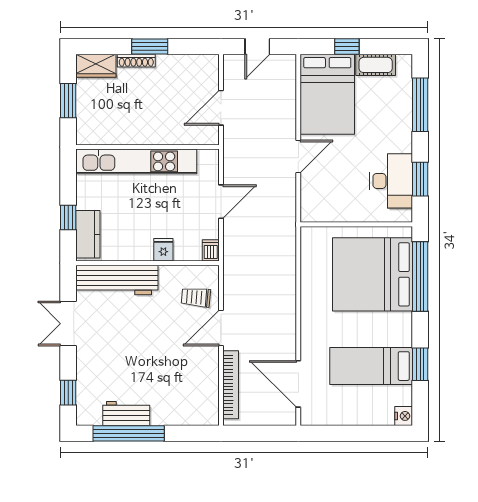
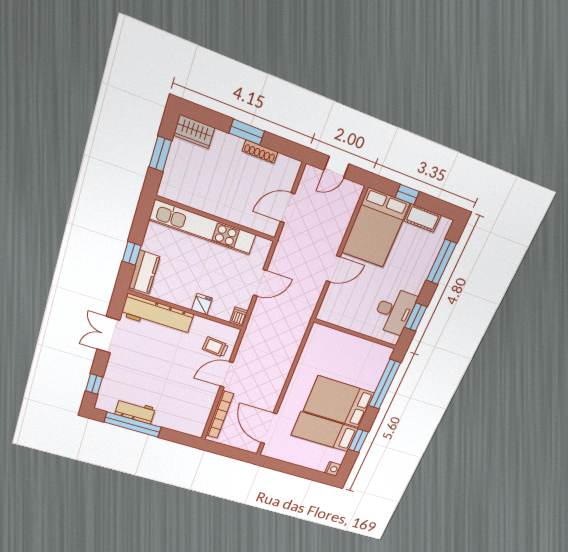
shoe rack: (136, 61) -> (260, 152), moved
bed: (372, 274) -> (339, 402), moved, width x0.73

